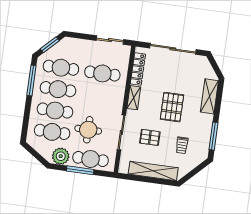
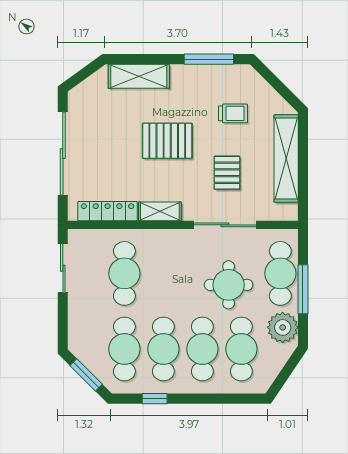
window: (31, 81) -> (155, 399), width x0.46

